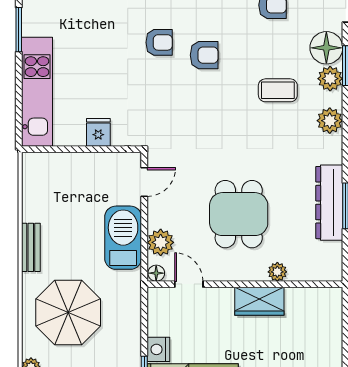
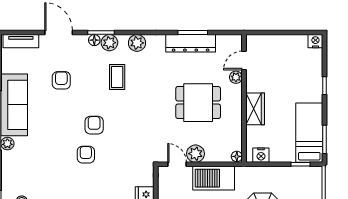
floor lamp: (326, 48) -> (94, 40), width x0.53, depth x0.53
plant: (161, 242) -> (196, 154), moved
door: (189, 284) -> (244, 61), moved
wardrobe: (259, 301) -> (255, 109), moved
nightstand: (158, 349) -> (261, 155), moved

